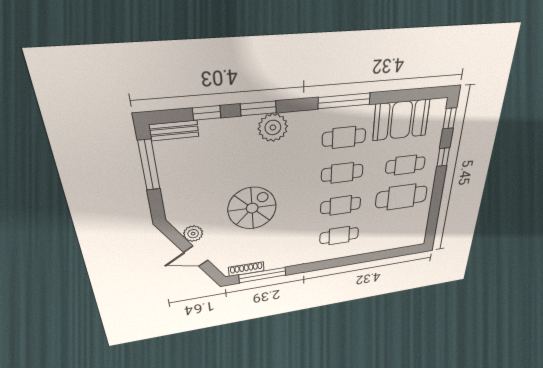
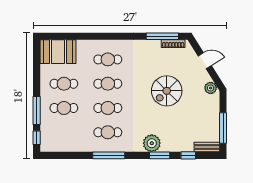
booth: (401, 120) -> (58, 52), moved
window: (443, 157) -> (37, 110), width x2.17
cafe table: (401, 197) -> (64, 84), width x0.73, depth x0.74
plant: (193, 234) -> (211, 88), moved

